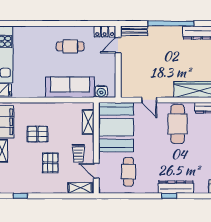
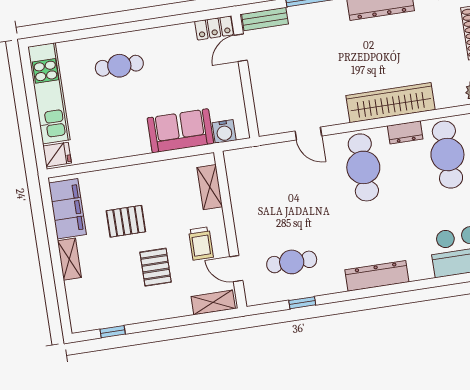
cafe table: (70, 46) -> (119, 66), moved
sofa: (70, 87) -> (180, 131), width x0.73
booth: (116, 127) -> (259, 189), removed
cafe table: (128, 172) -> (292, 262), turned 90
window: (169, 196) -> (302, 303), moved

